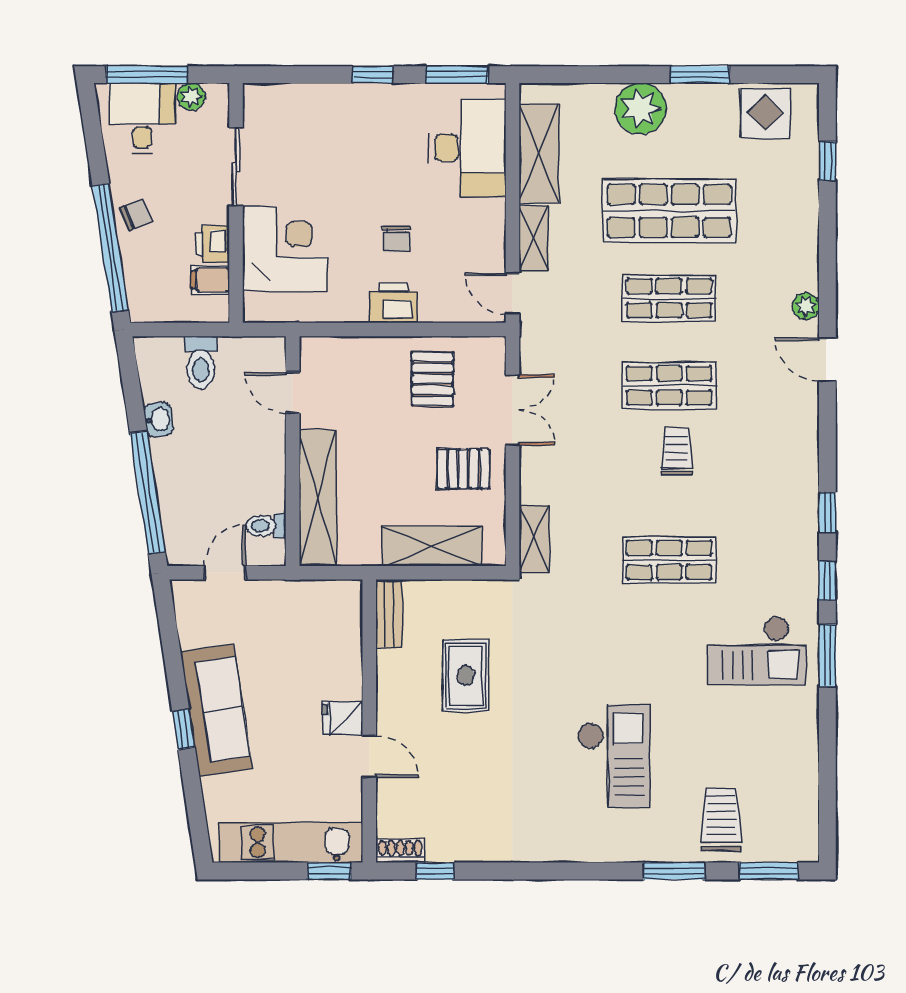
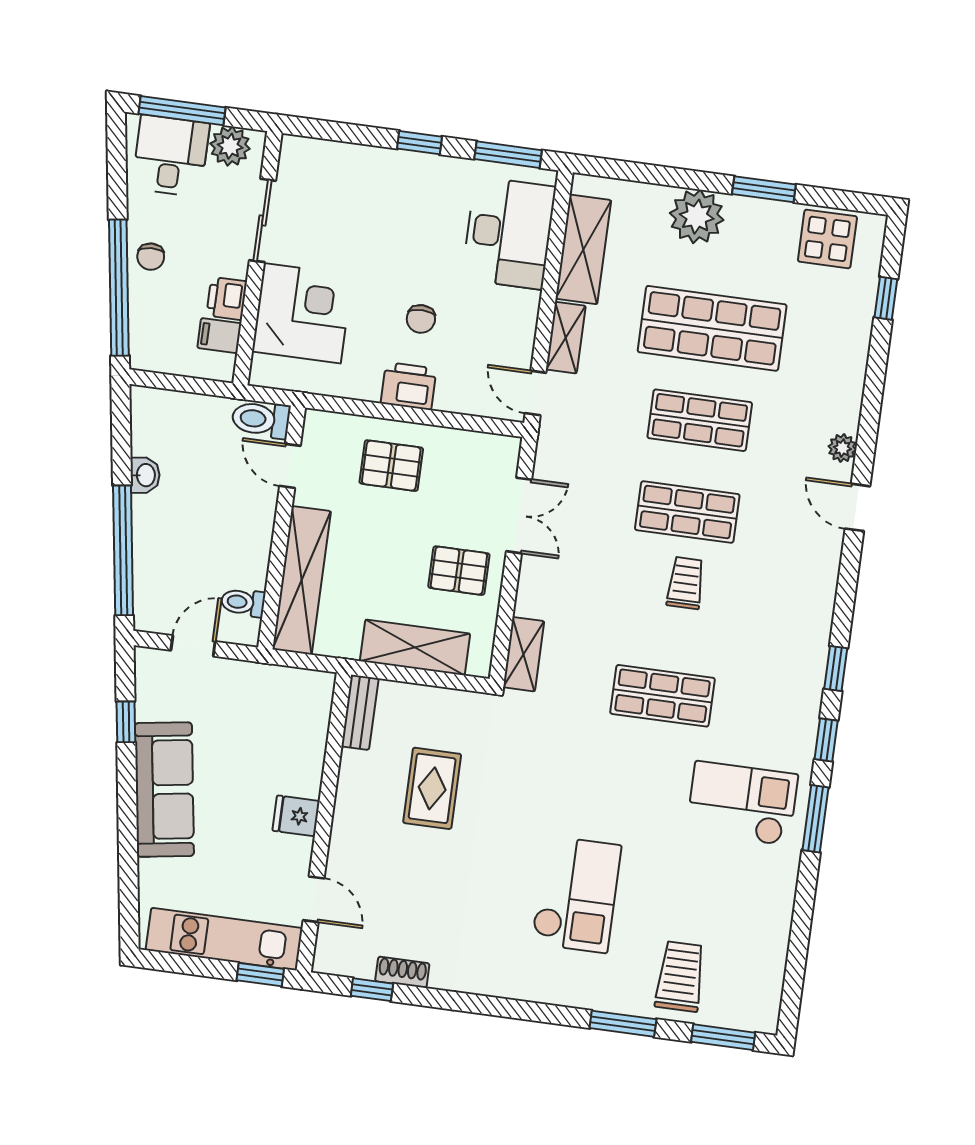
plant: (191, 97) -> (230, 146), width x1.38, depth x1.38
chair: (136, 215) -> (151, 257), turned 108
toilet: (201, 363) -> (261, 419), moved, turned 90
pallet: (433, 379) -> (391, 466), moved, turned 90
checkout: (757, 650) -> (742, 803), turned 180
window: (183, 729) -> (126, 722), moved
door: (369, 756) -> (314, 899), moved
shoe rack: (400, 851) -> (402, 972), moved

